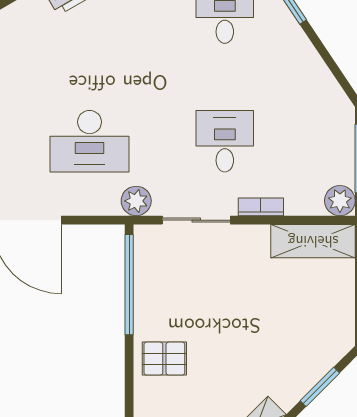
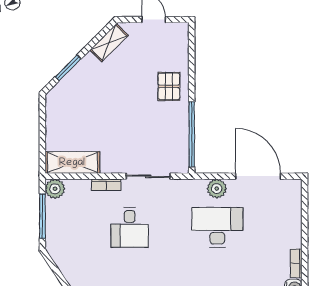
plant: (136, 201) -> (217, 189), moved
pallet: (164, 359) -> (169, 86), turned 90

